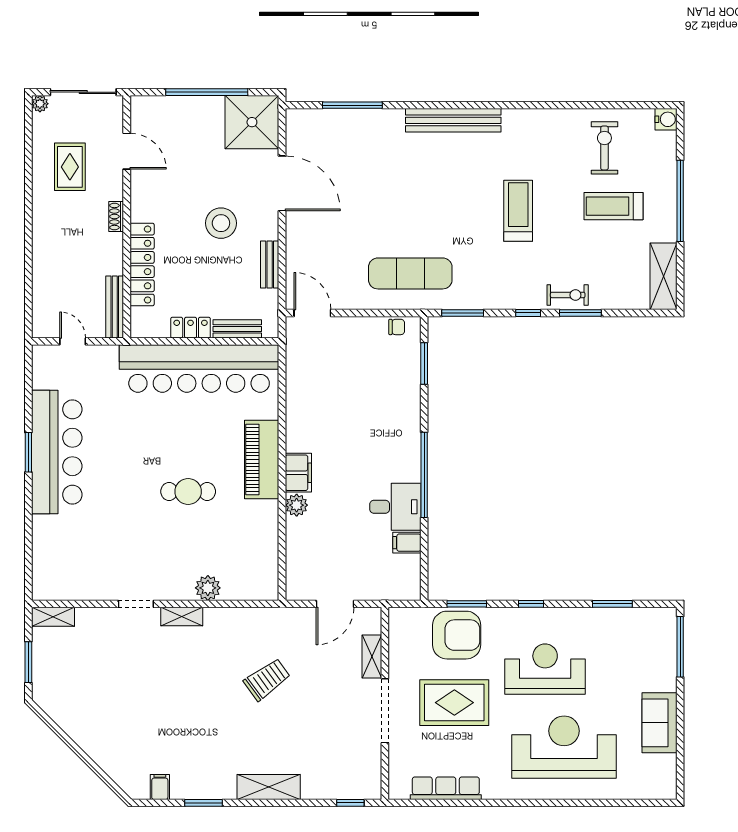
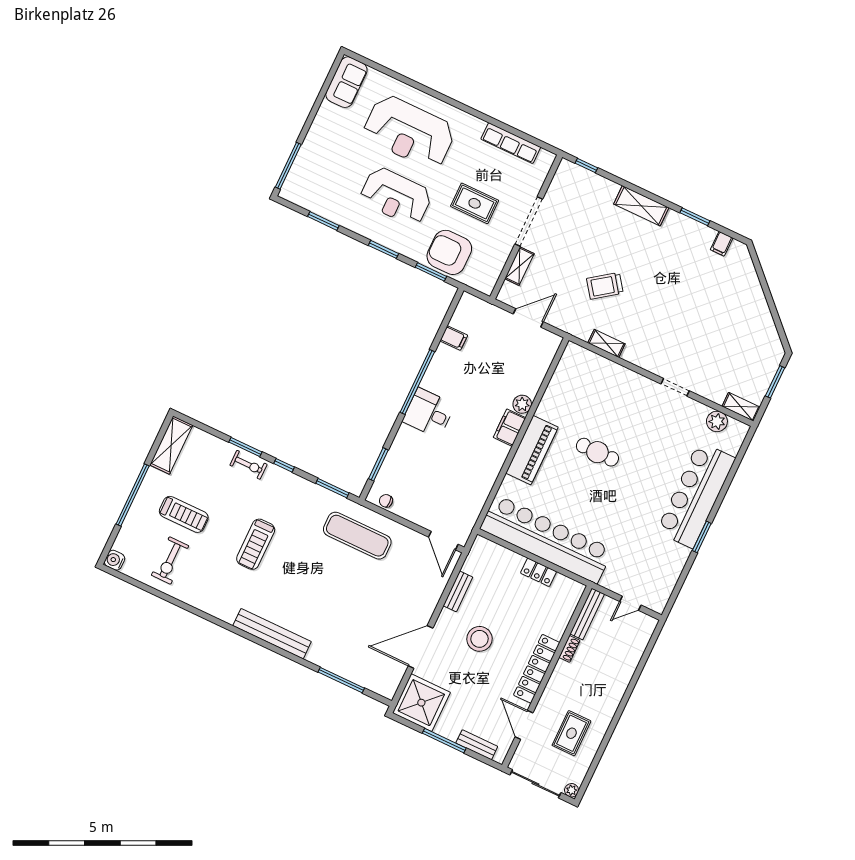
window: (207, 92) -> (444, 741), width x0.68
door: (282, 183) -> (421, 647), hinge flipped
shoe rack: (116, 216) -> (569, 649), moved
locker: (142, 265) -> (537, 669), moved
exercise bike: (568, 295) -> (249, 465), turned 180
bench: (237, 329) -> (477, 745), moved
door: (73, 341) -> (630, 603), hinge flipped
bar counter: (57, 452) -> (696, 495), moved
desk: (395, 507) -> (429, 413), moved
plant: (208, 588) -> (717, 421), moved
window: (531, 604) -> (384, 249), width x1.50
shelving: (182, 617) -> (606, 343), moved
rug: (454, 703) -> (475, 203), width x0.73, depth x0.70
sofa: (659, 723) -> (346, 82), moved

